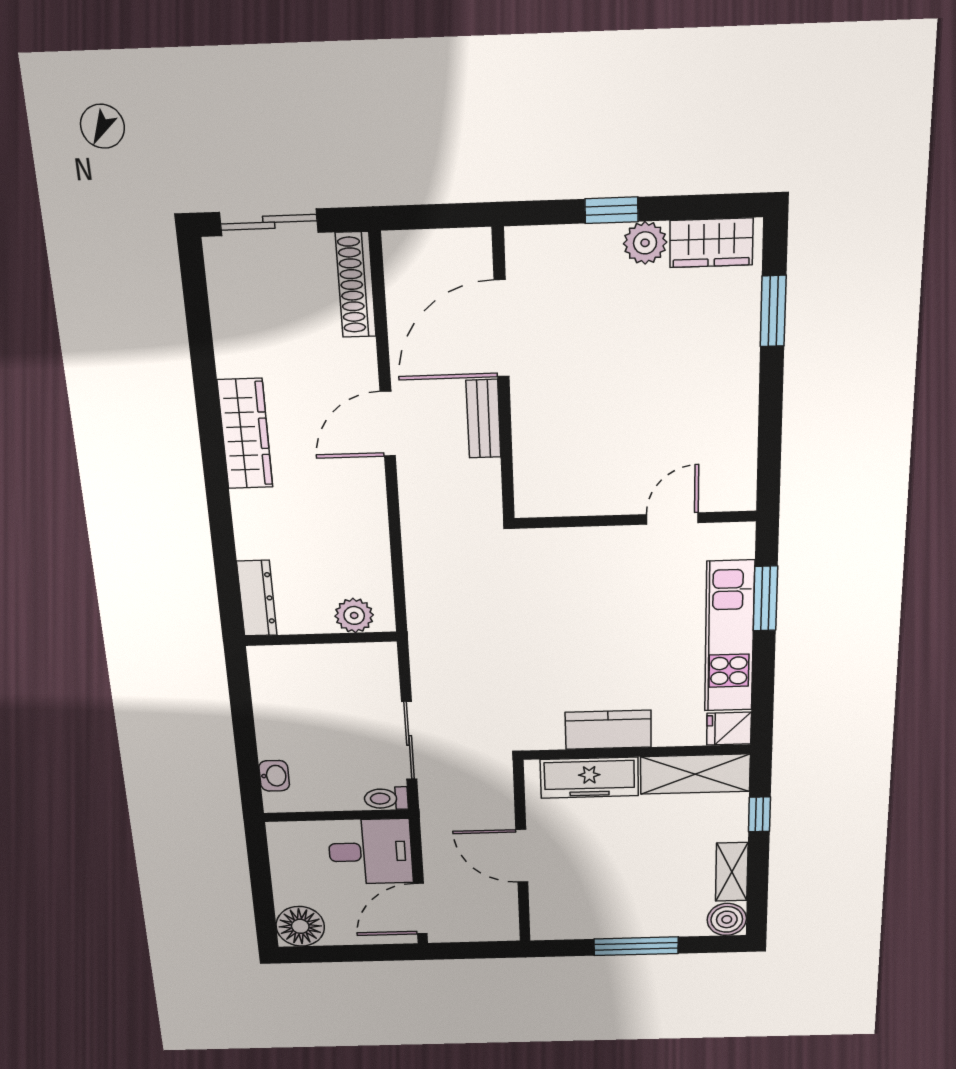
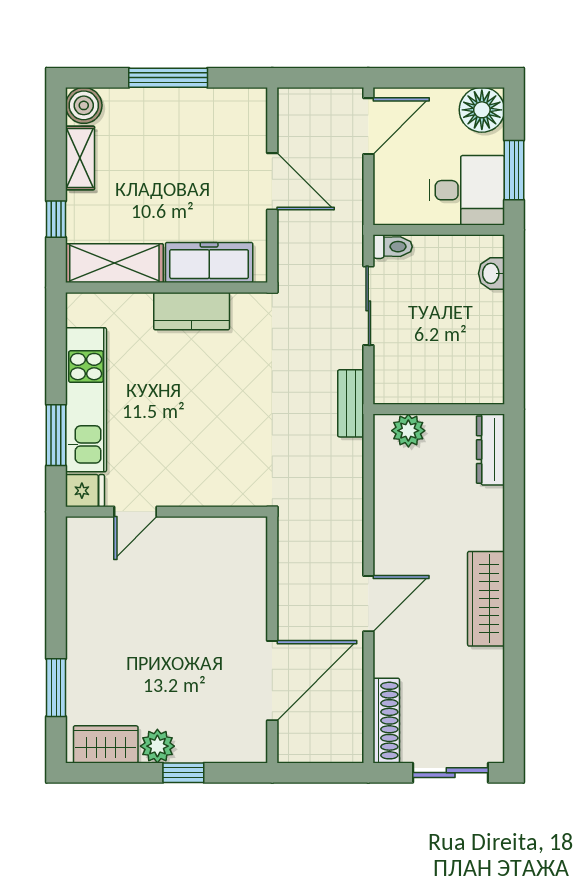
bench: (483, 419) -> (351, 403), moved
fridge: (729, 729) -> (85, 491), moved
desk: (370, 852) -> (467, 190), moved, turned 180
window: (260, 873) -> (514, 170), added

